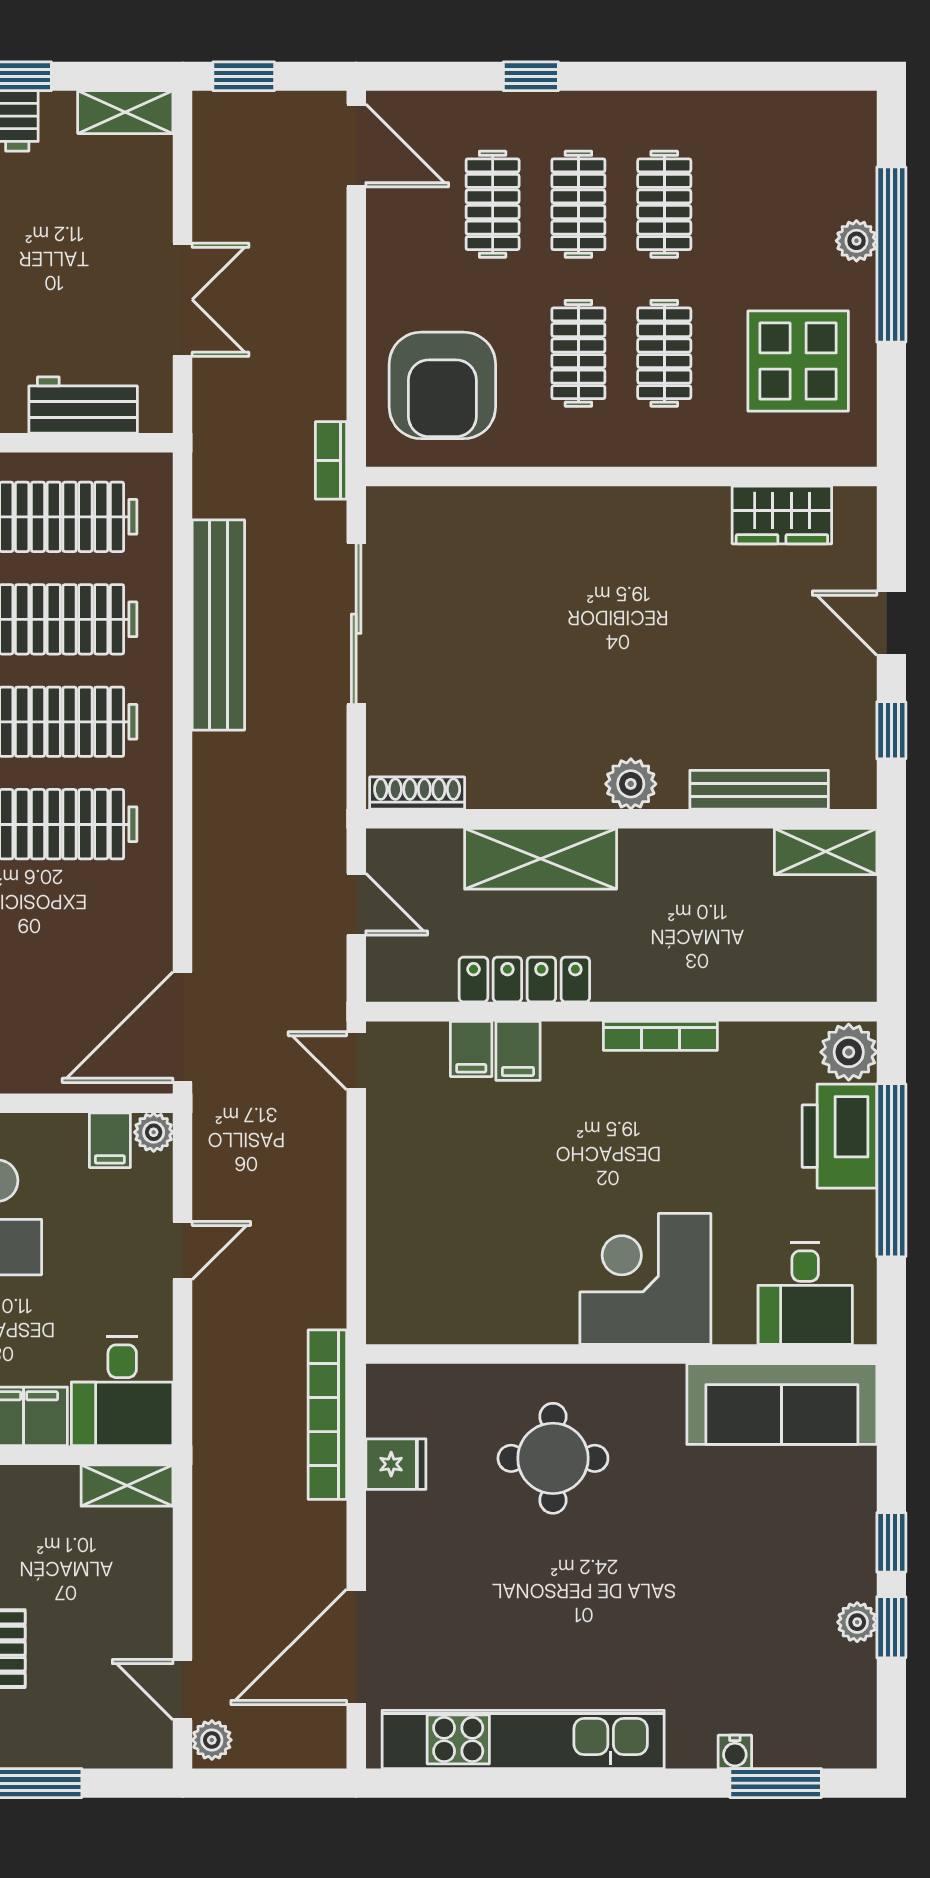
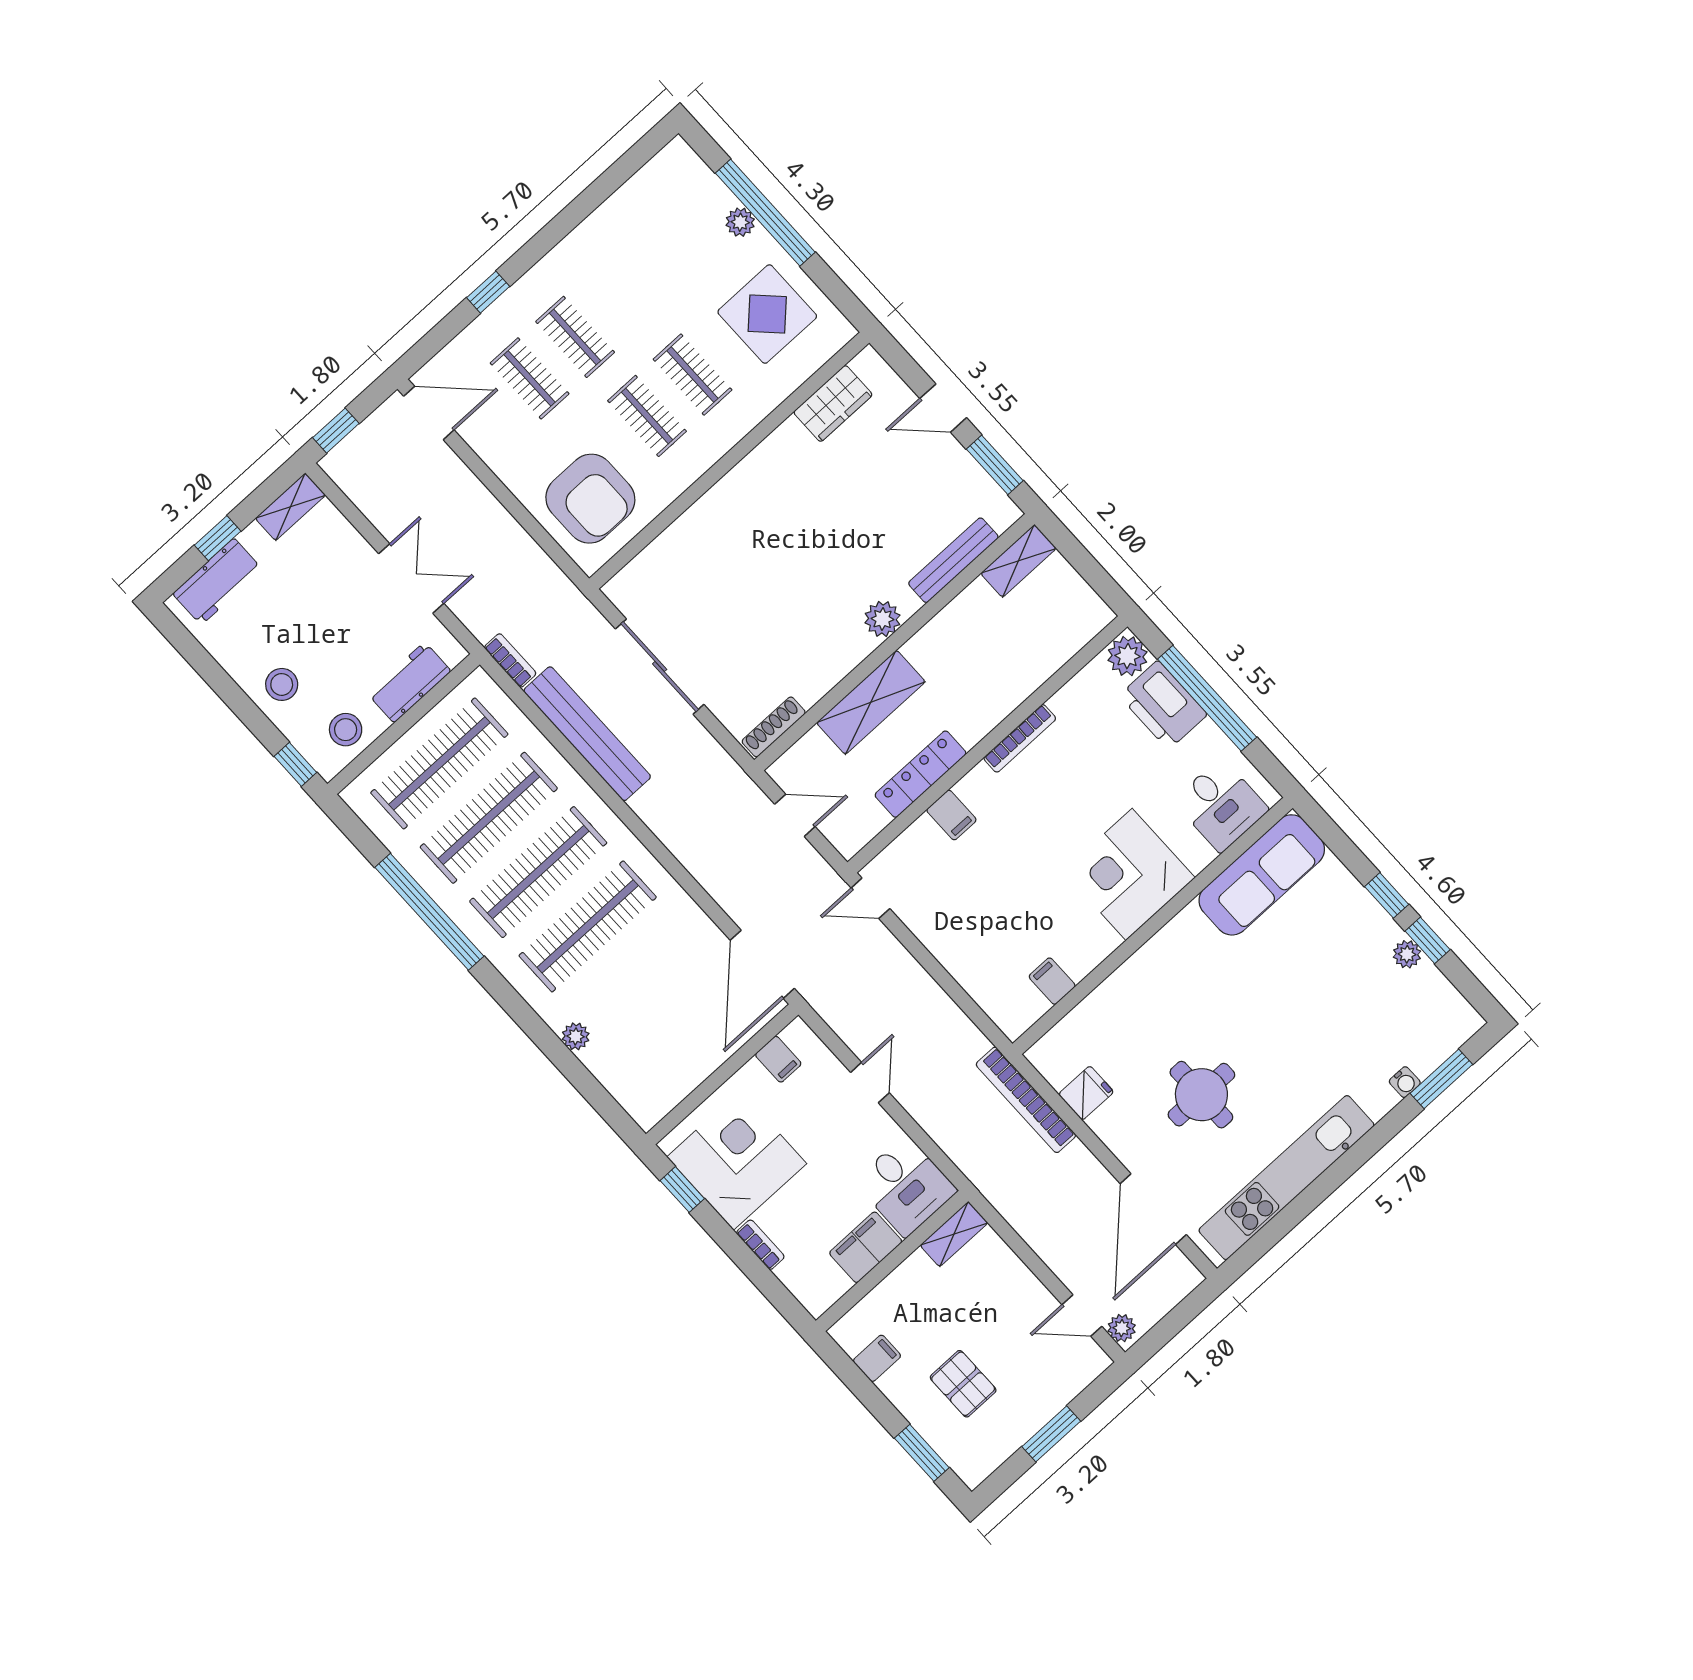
clothes rail: (664, 204) -> (621, 296), removed
bookcase: (331, 460) -> (510, 660), moved, turned 180
window: (891, 730) -> (995, 465), width x1.50
filing cabinet: (471, 1049) -> (1052, 981), moved, turned 180
plant: (154, 1132) -> (798, 1034), removed
round table: (553, 1458) -> (1201, 1095), moved

